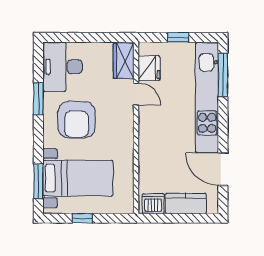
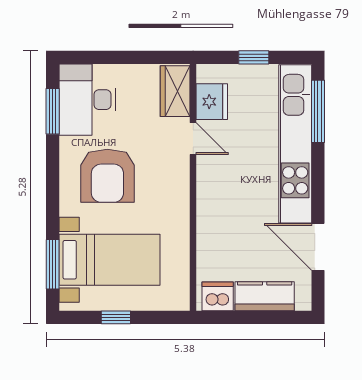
window: (38, 99) -> (53, 111), moved

